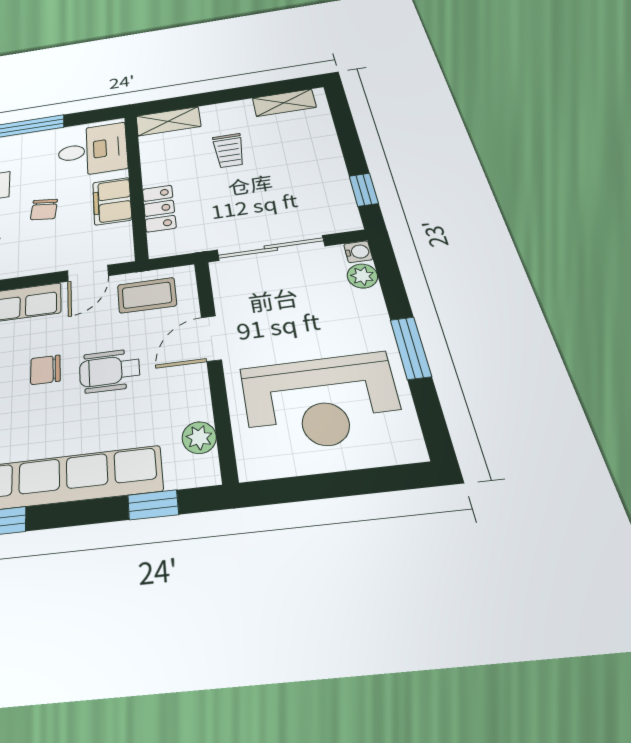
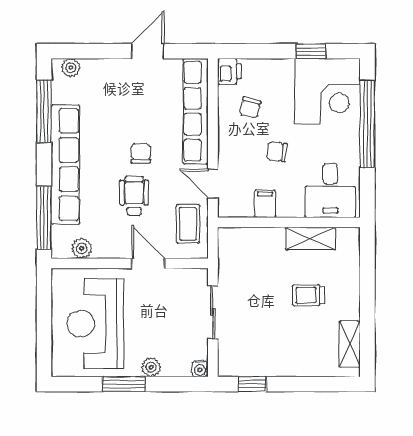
shelving: (168, 121) -> (311, 239), moved, turned 90
filing cabinet: (112, 201) -> (265, 204), width x0.50
locker: (159, 208) -> (262, 238), removed
sliding door: (271, 248) -> (213, 312), width x0.73
plant: (362, 276) -> (151, 367), moved
window: (153, 505) -> (44, 218), width x2.17

